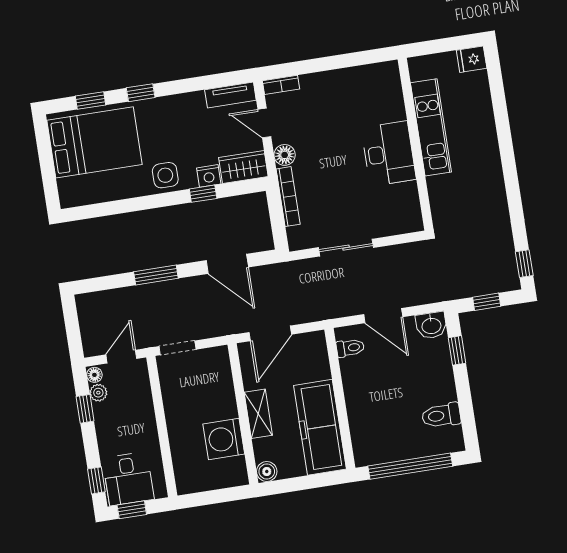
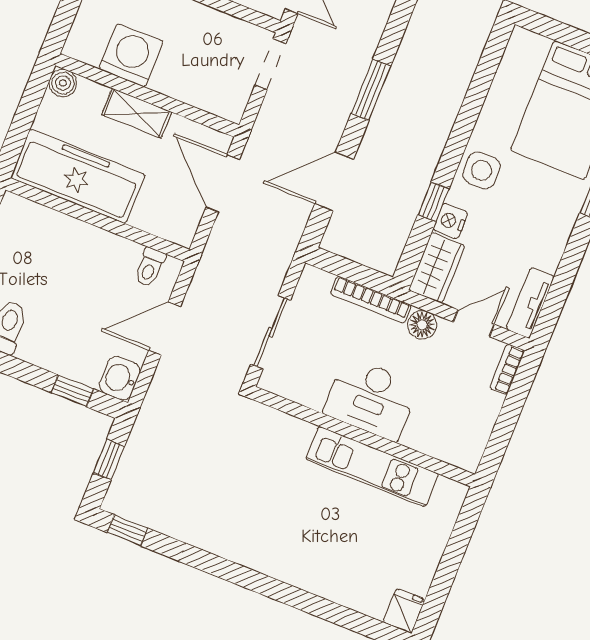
kitchen unit: (431, 127) -> (372, 467), moved
wall: (416, 144) -> (363, 437), moved
desk: (389, 154) -> (371, 399), moved

